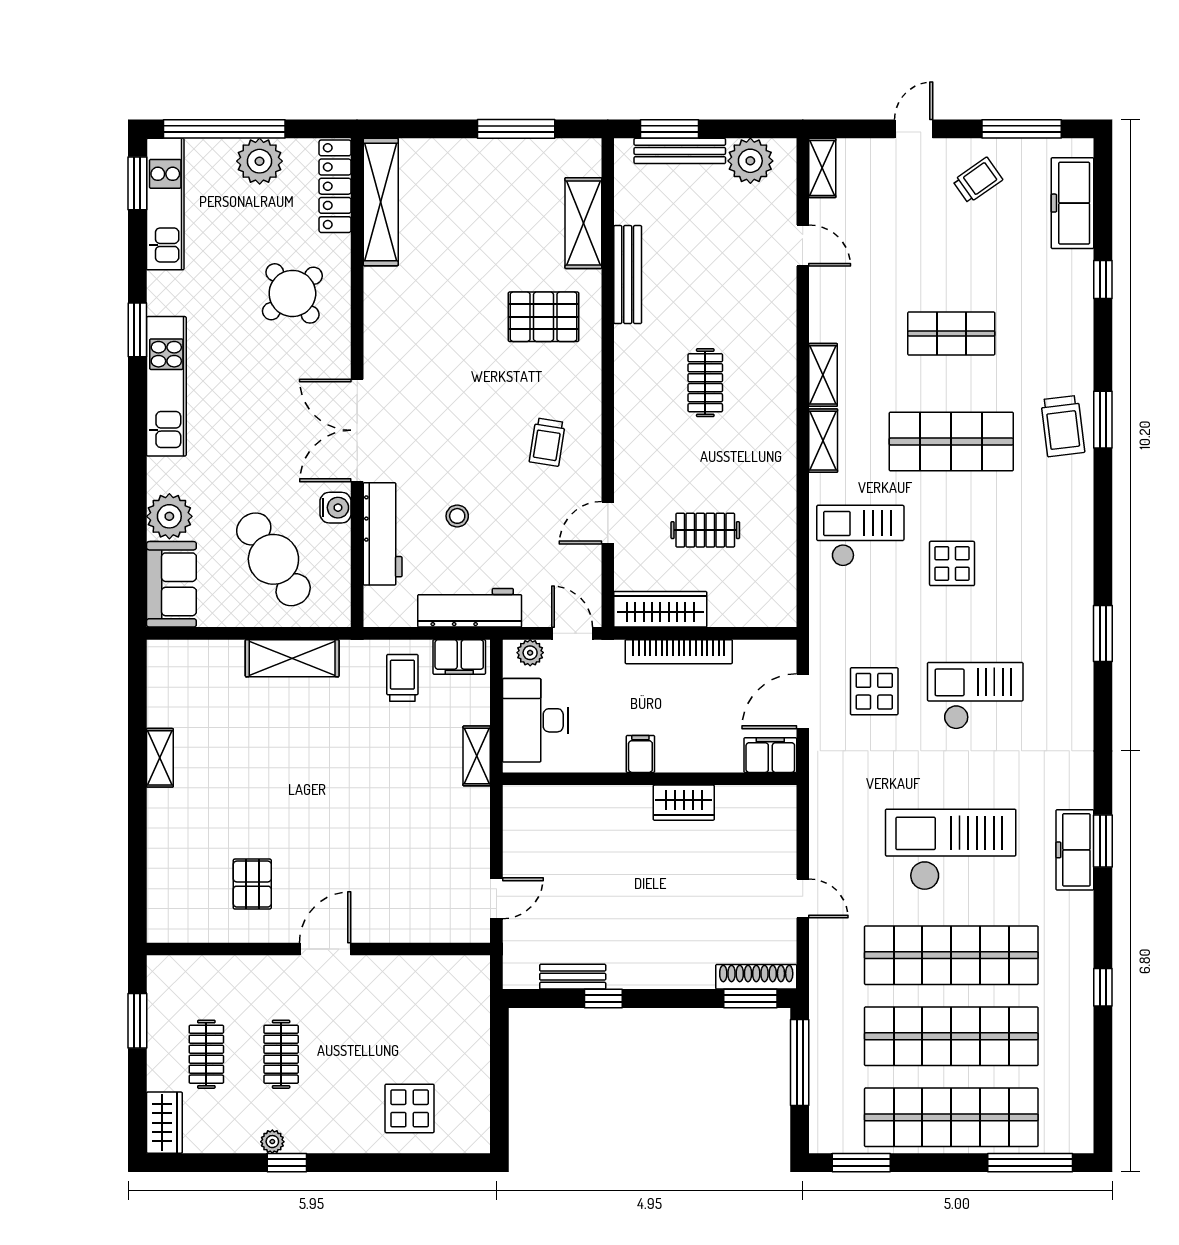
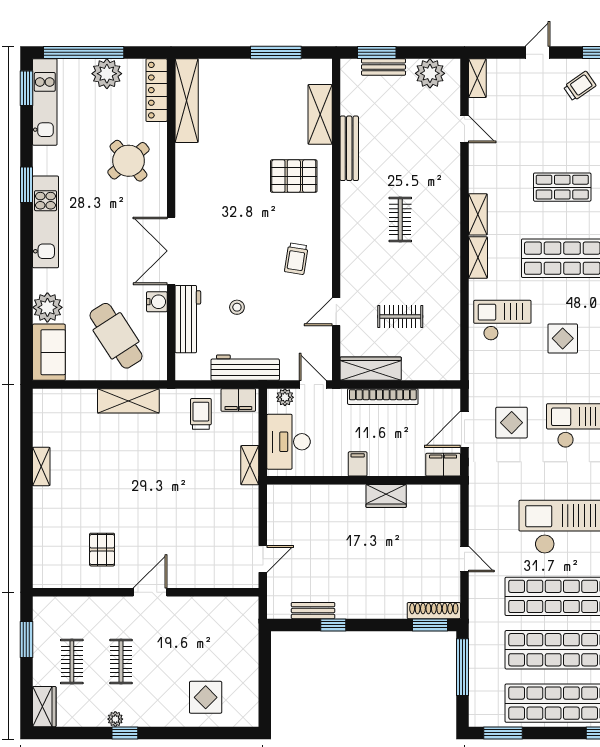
bench: (680, 151) -> (384, 67), width x0.73

